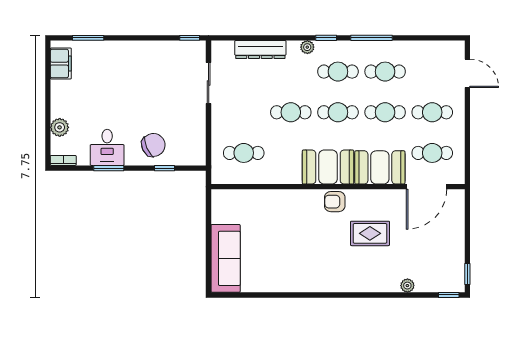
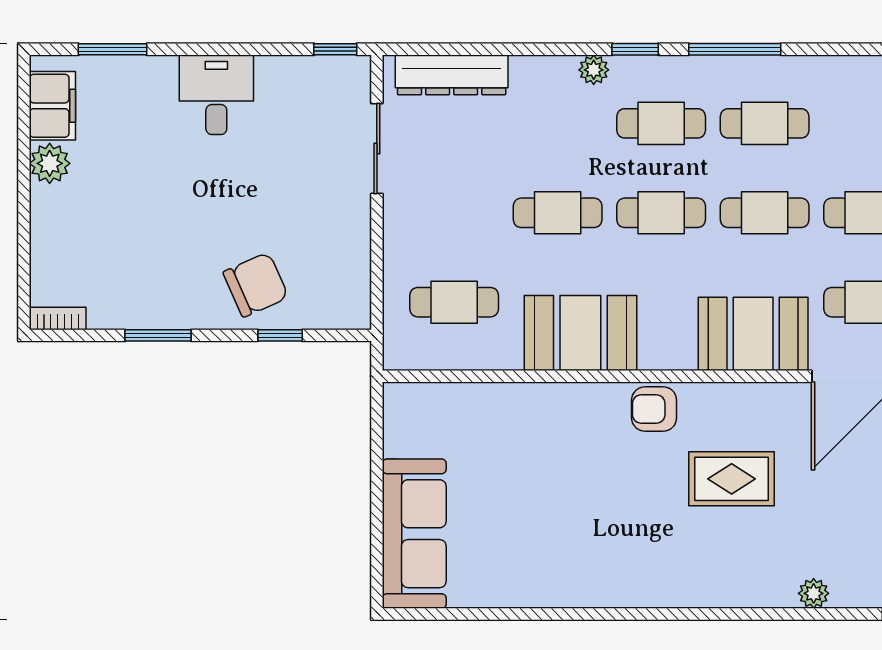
dresser: (260, 49) -> (452, 75), moved
plant: (60, 127) -> (50, 163), moved
desk: (107, 147) -> (216, 95), moved, turned 180
booth: (328, 167) -> (580, 333), moved

